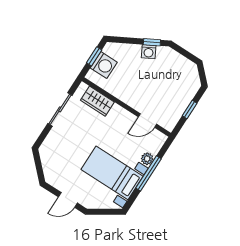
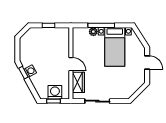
door: (147, 121) -> (71, 64), moved

